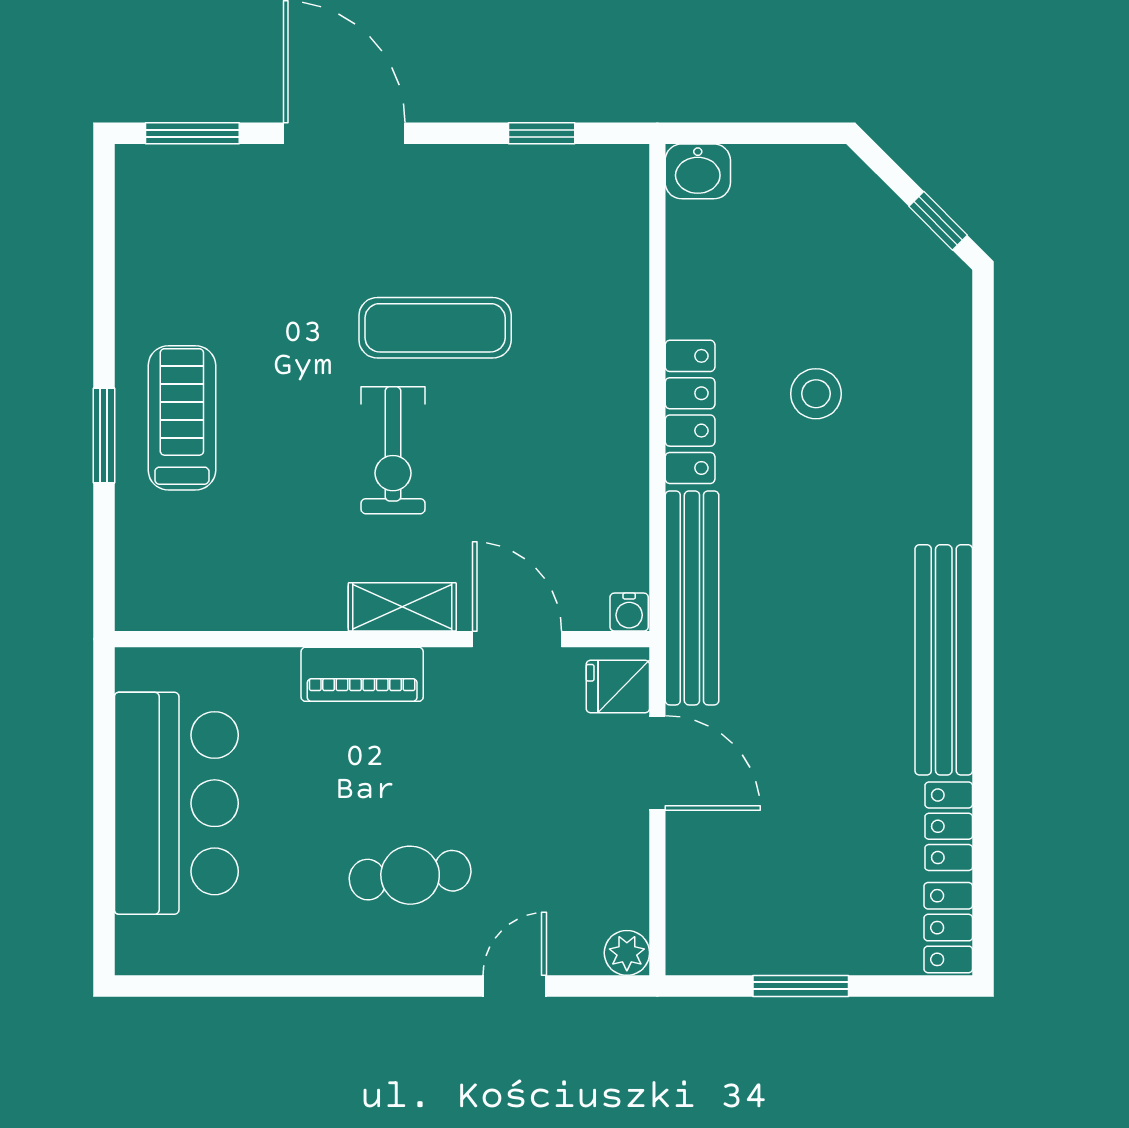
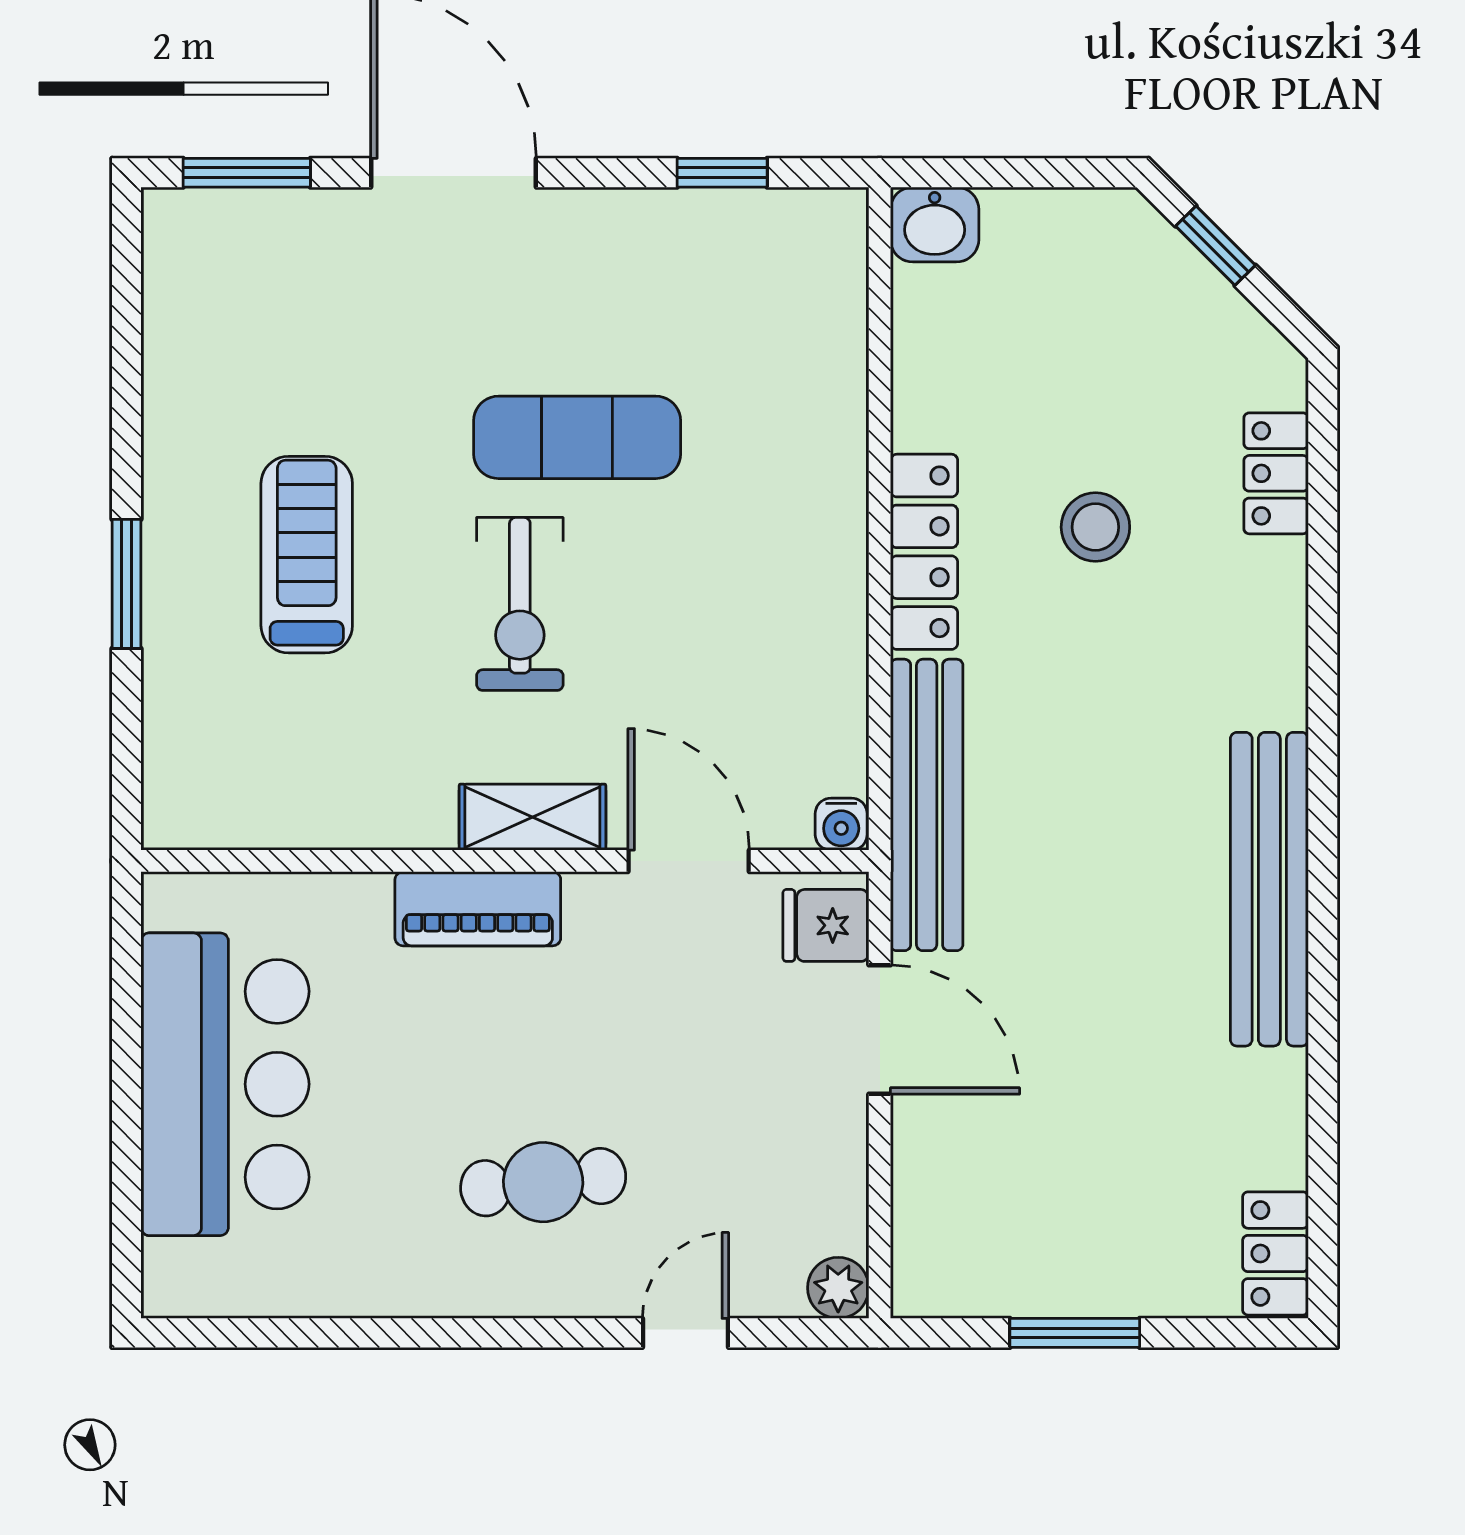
window: (938, 221) -> (1216, 246), moved
treadmill: (182, 418) -> (307, 555), moved
locker: (949, 826) -> (1276, 473), moved

